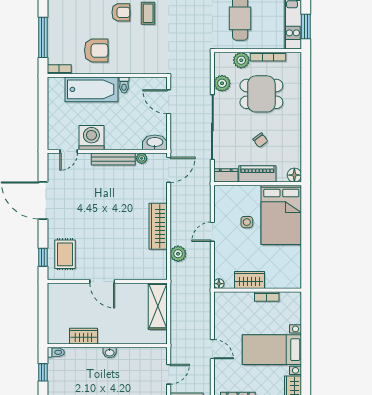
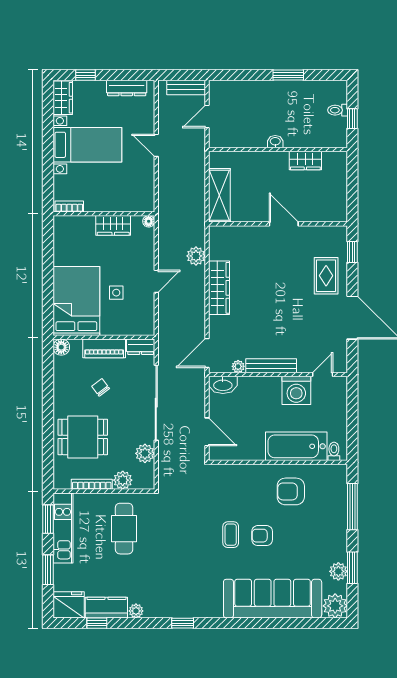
bookcase: (59, 69) -> (334, 470), removed
toilet: (124, 85) -> (334, 451), moved
dining table: (261, 94) -> (83, 437), moved
rug: (65, 254) -> (326, 276), moved
bookcase: (267, 296) -> (69, 206), moved
toilet: (56, 352) -> (338, 110), moved

